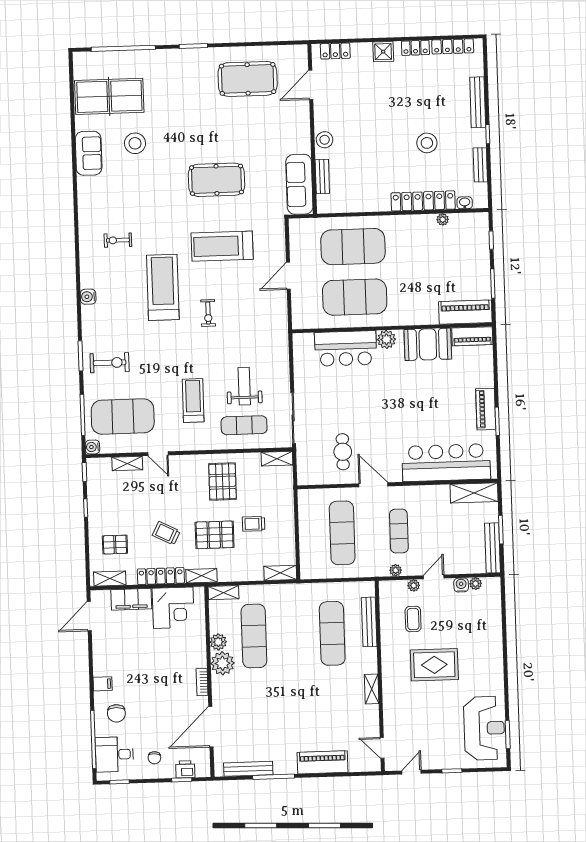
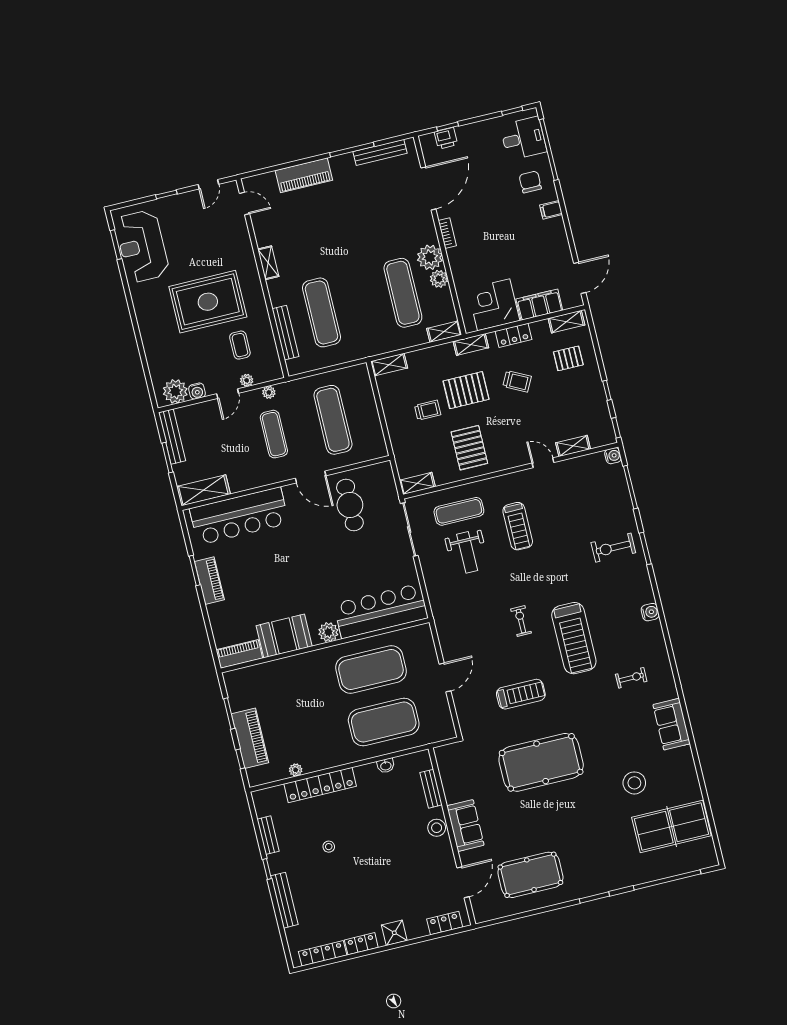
stool: (427, 143) -> (329, 847), width x0.53, depth x0.53
sofa: (89, 153) -> (672, 724), moved
pool table: (216, 180) -> (541, 762), width x1.36, depth x1.32
sofa: (299, 184) -> (465, 825), moved, width x0.73
washbasin: (465, 203) -> (386, 766), moved
treadmill: (222, 246) -> (521, 694), width x0.73, depth x0.73
piano: (465, 312) -> (250, 738), moved, turned -90
bar counter: (346, 348) -> (381, 611), width x1.36
exercise mat: (123, 417) -> (588, 494), removed
cafe table: (343, 452) -> (350, 505), width x1.37, depth x1.35
locker: (161, 576) -> (513, 335), width x0.66
plant: (476, 584) -> (175, 391), width x1.88, depth x1.88
rug: (434, 665) -> (208, 302), width x1.37, depth x1.44
chair: (154, 758) -> (481, 144), removed

